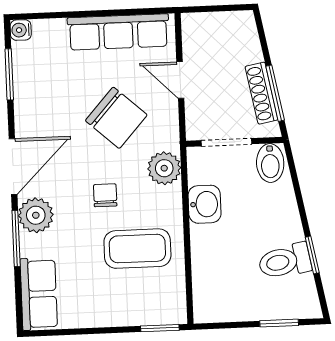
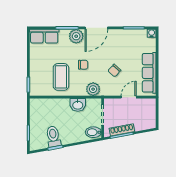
chair: (116, 118) -> (114, 71), width x0.54, depth x0.54
door: (13, 166) -> (96, 28), hinge flipped

